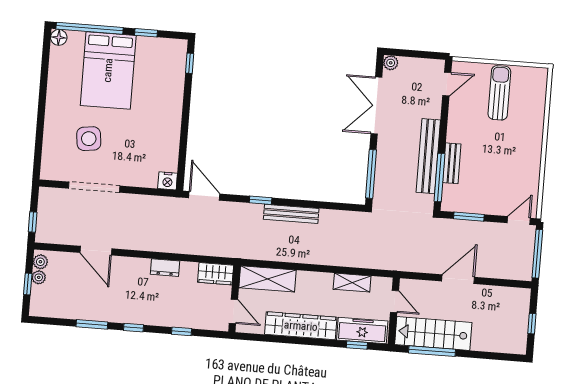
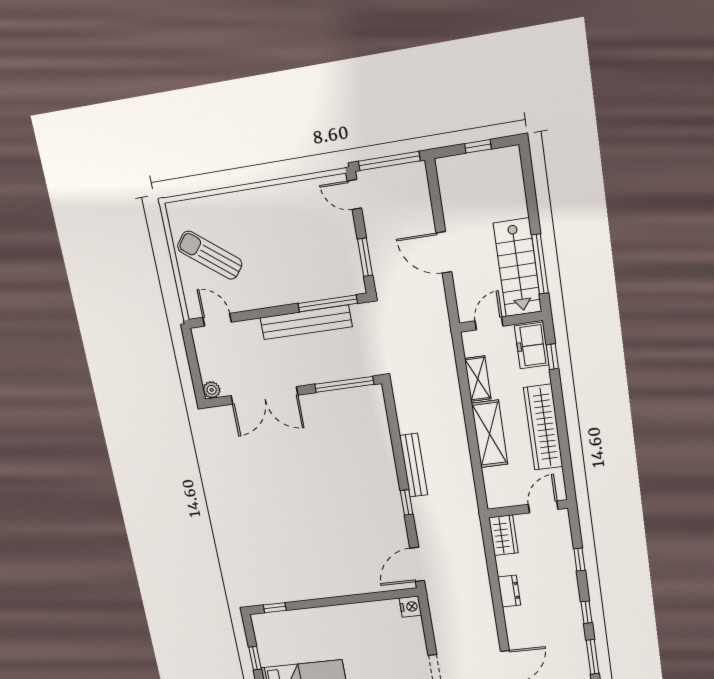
sun lounger: (499, 93) -> (210, 255), turned 38
bench: (452, 163) -> (307, 293), removed
shelving: (267, 279) -> (490, 434), moved
freezer: (362, 331) -> (532, 345), width x0.71

